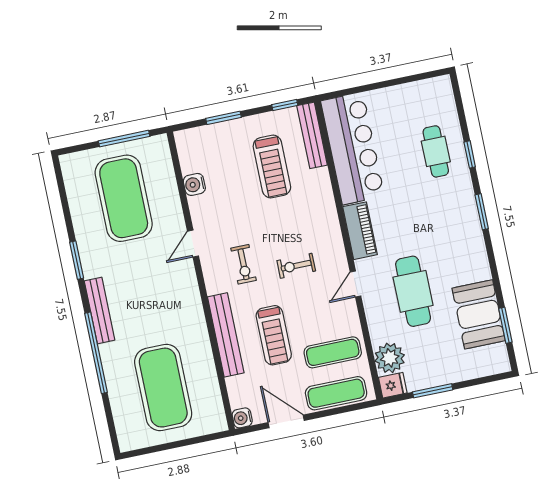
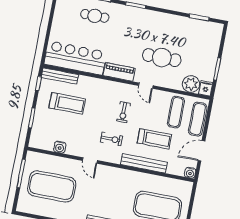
booth: (479, 314) -> (188, 29), removed

